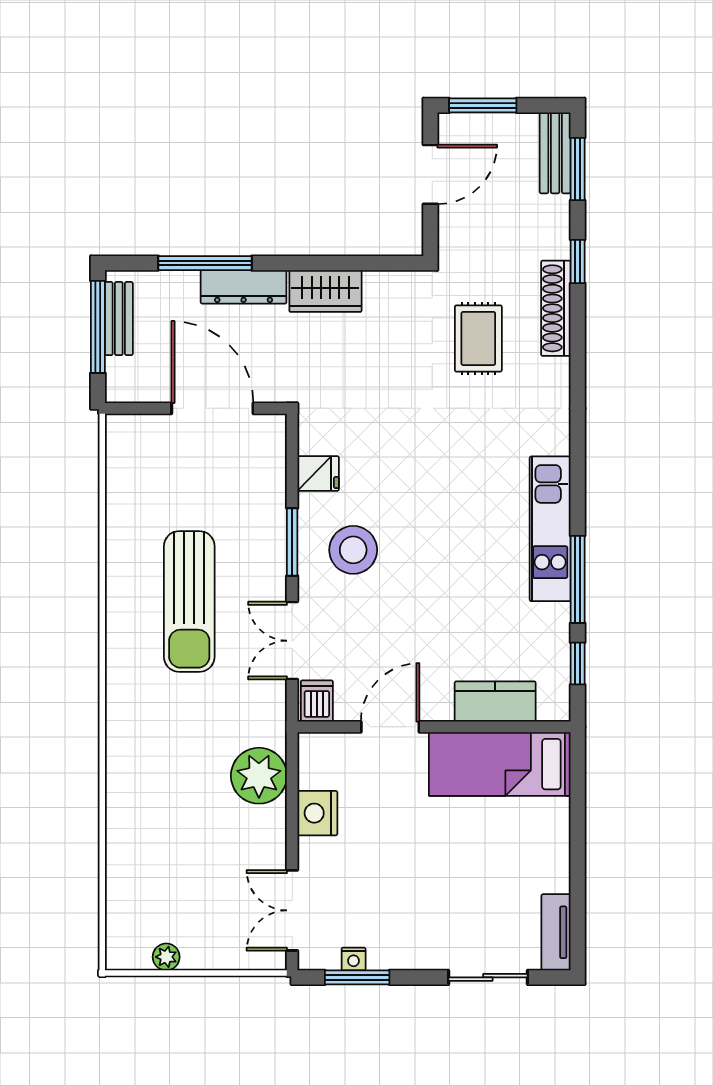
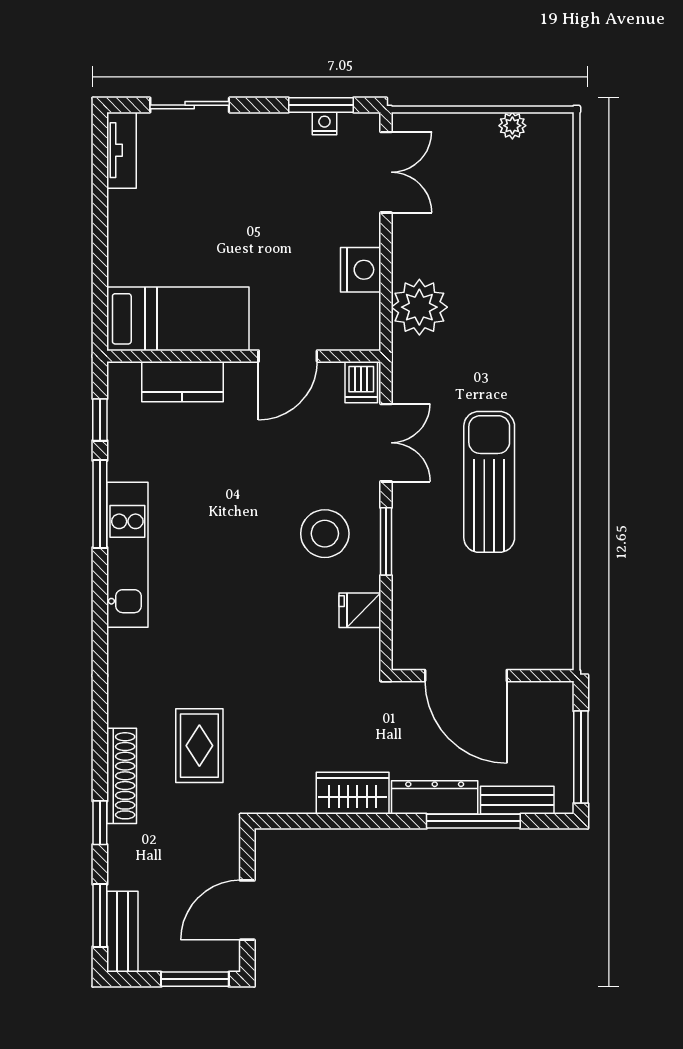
bench: (119, 319) -> (517, 800), moved, turned 90

